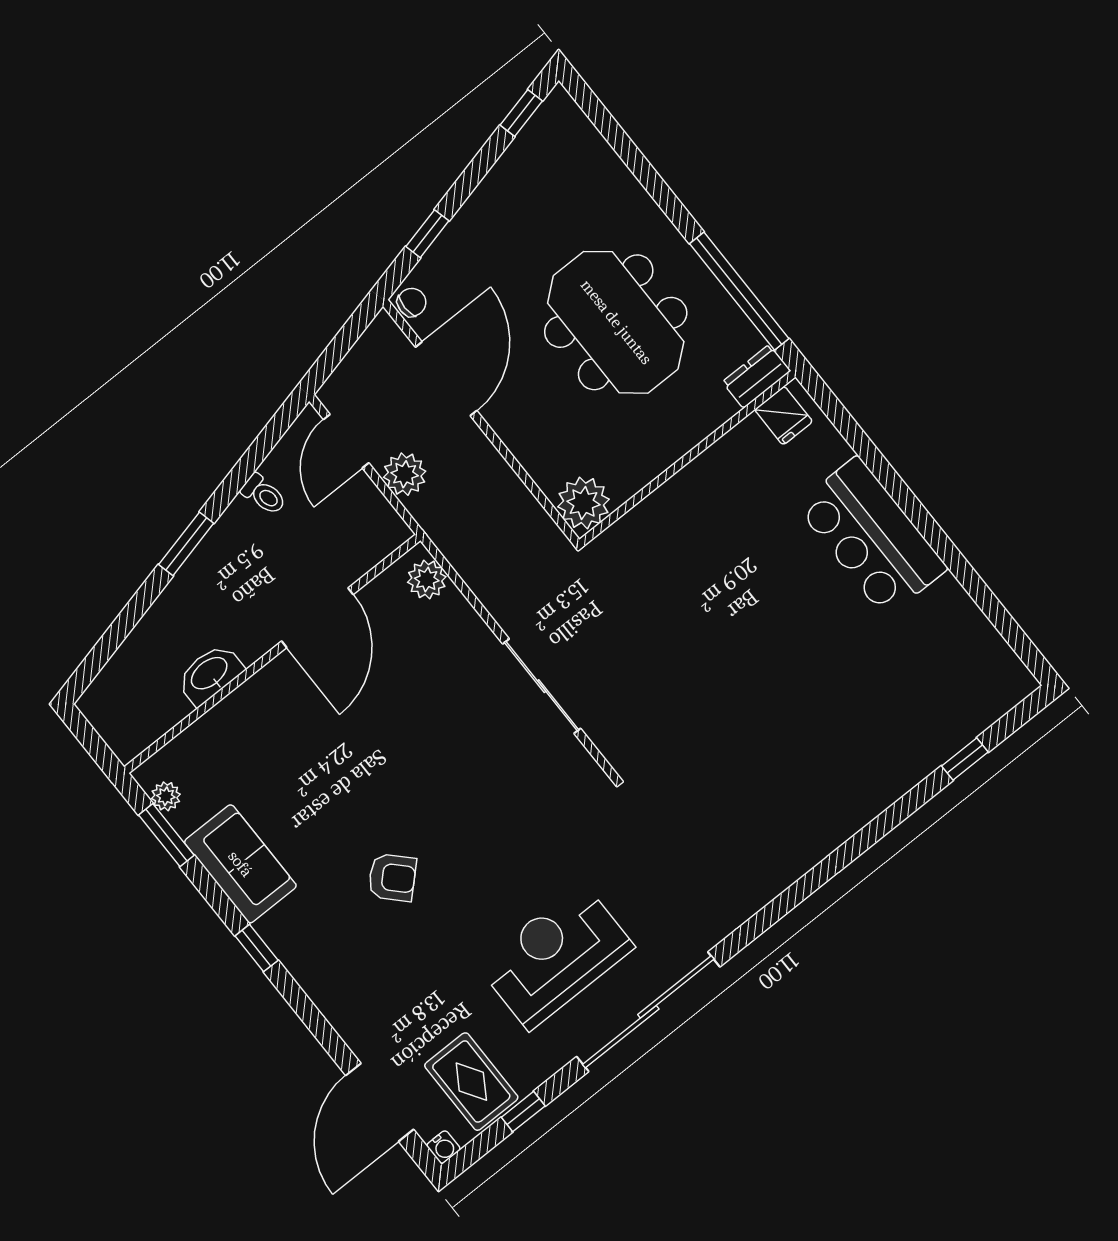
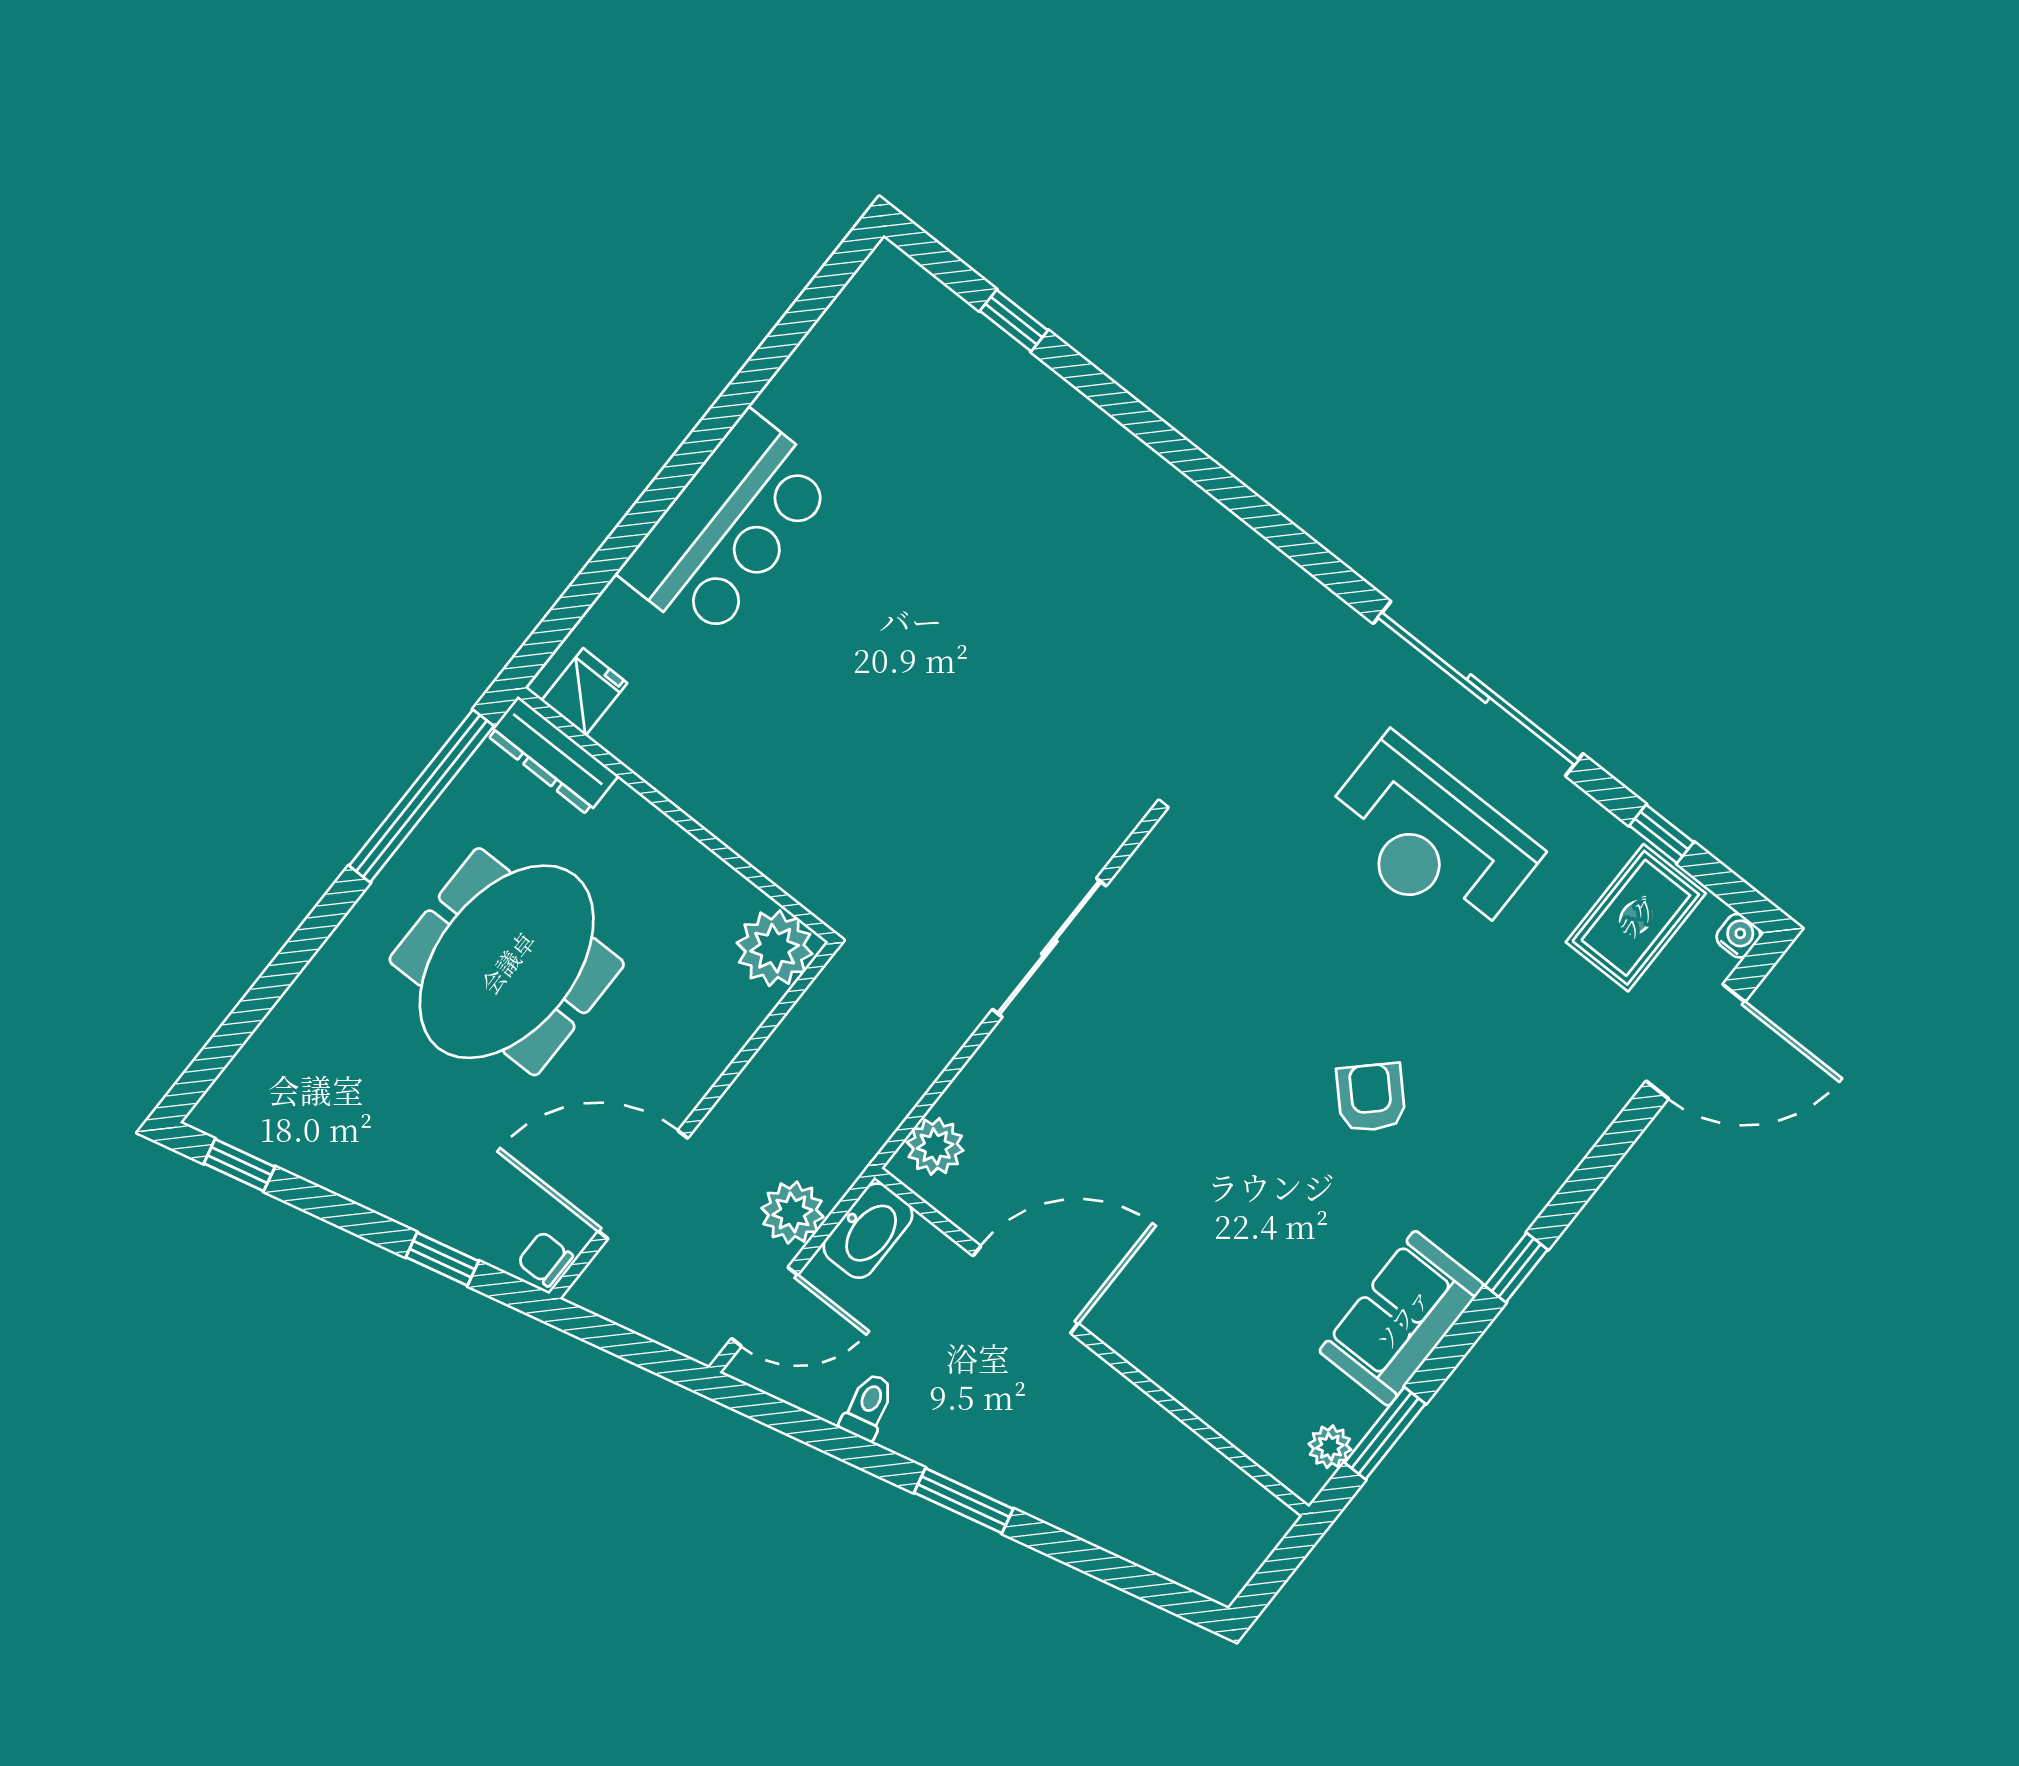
dresser: (756, 376) -> (553, 756), width x1.44
washbasin: (210, 674) -> (868, 1231), moved, turned -90

